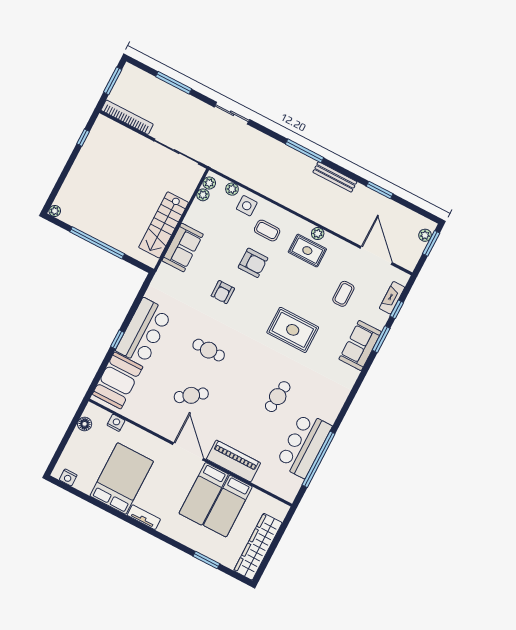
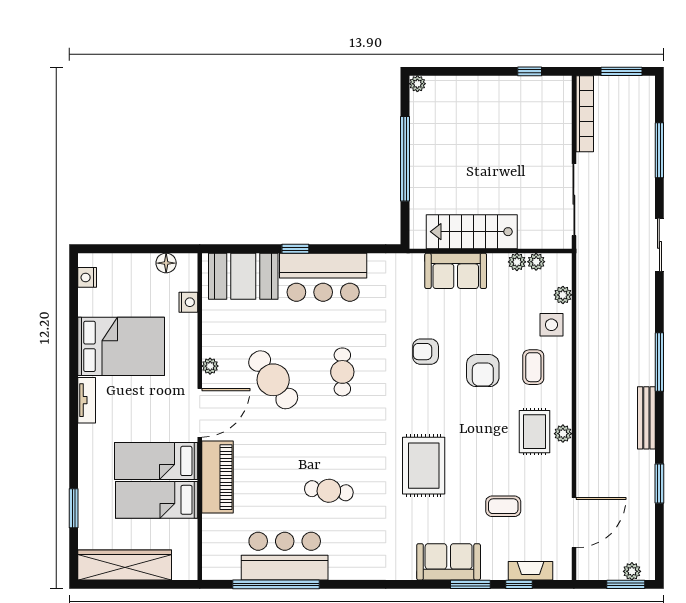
plant: (209, 183) -> (517, 262), moved
cafe table: (191, 395) -> (273, 380), width x1.37, depth x1.35
plant: (162, 430) -> (210, 366), added

